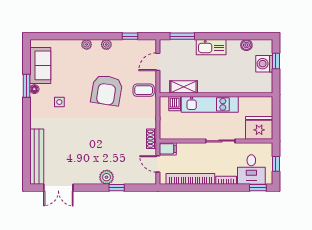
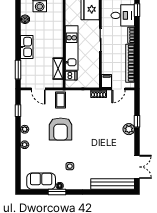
armchair: (107, 90) -> (61, 129), turned 81

